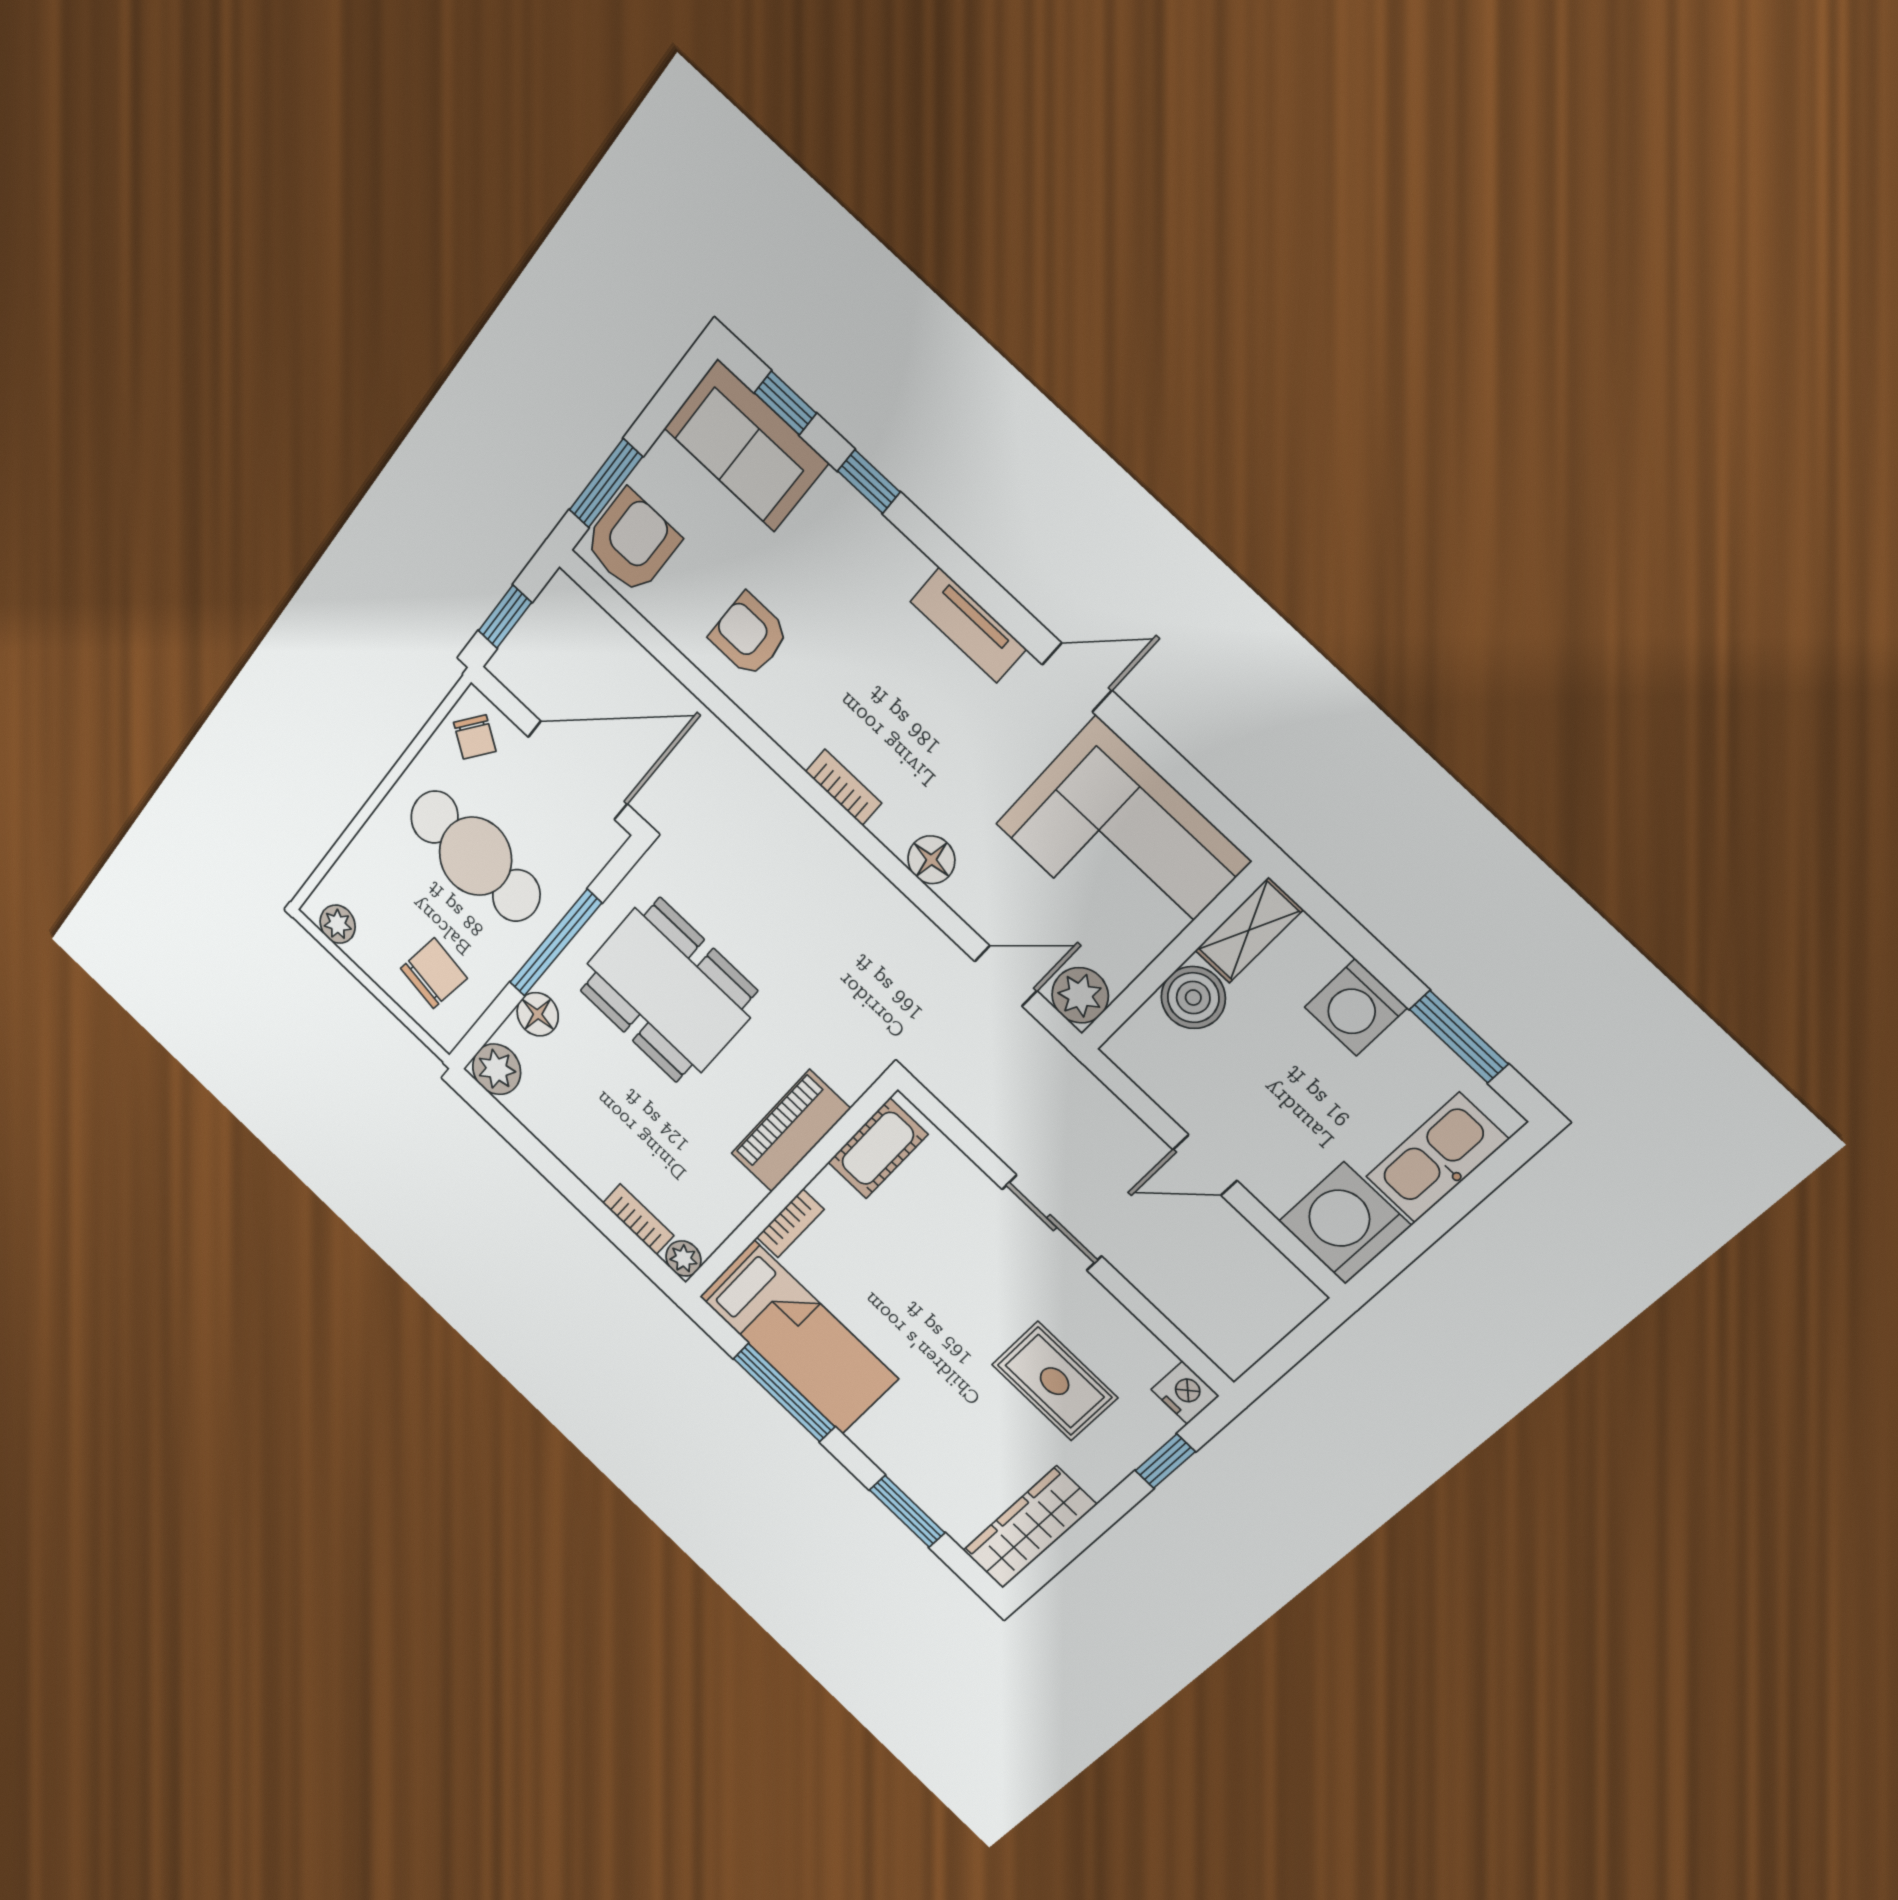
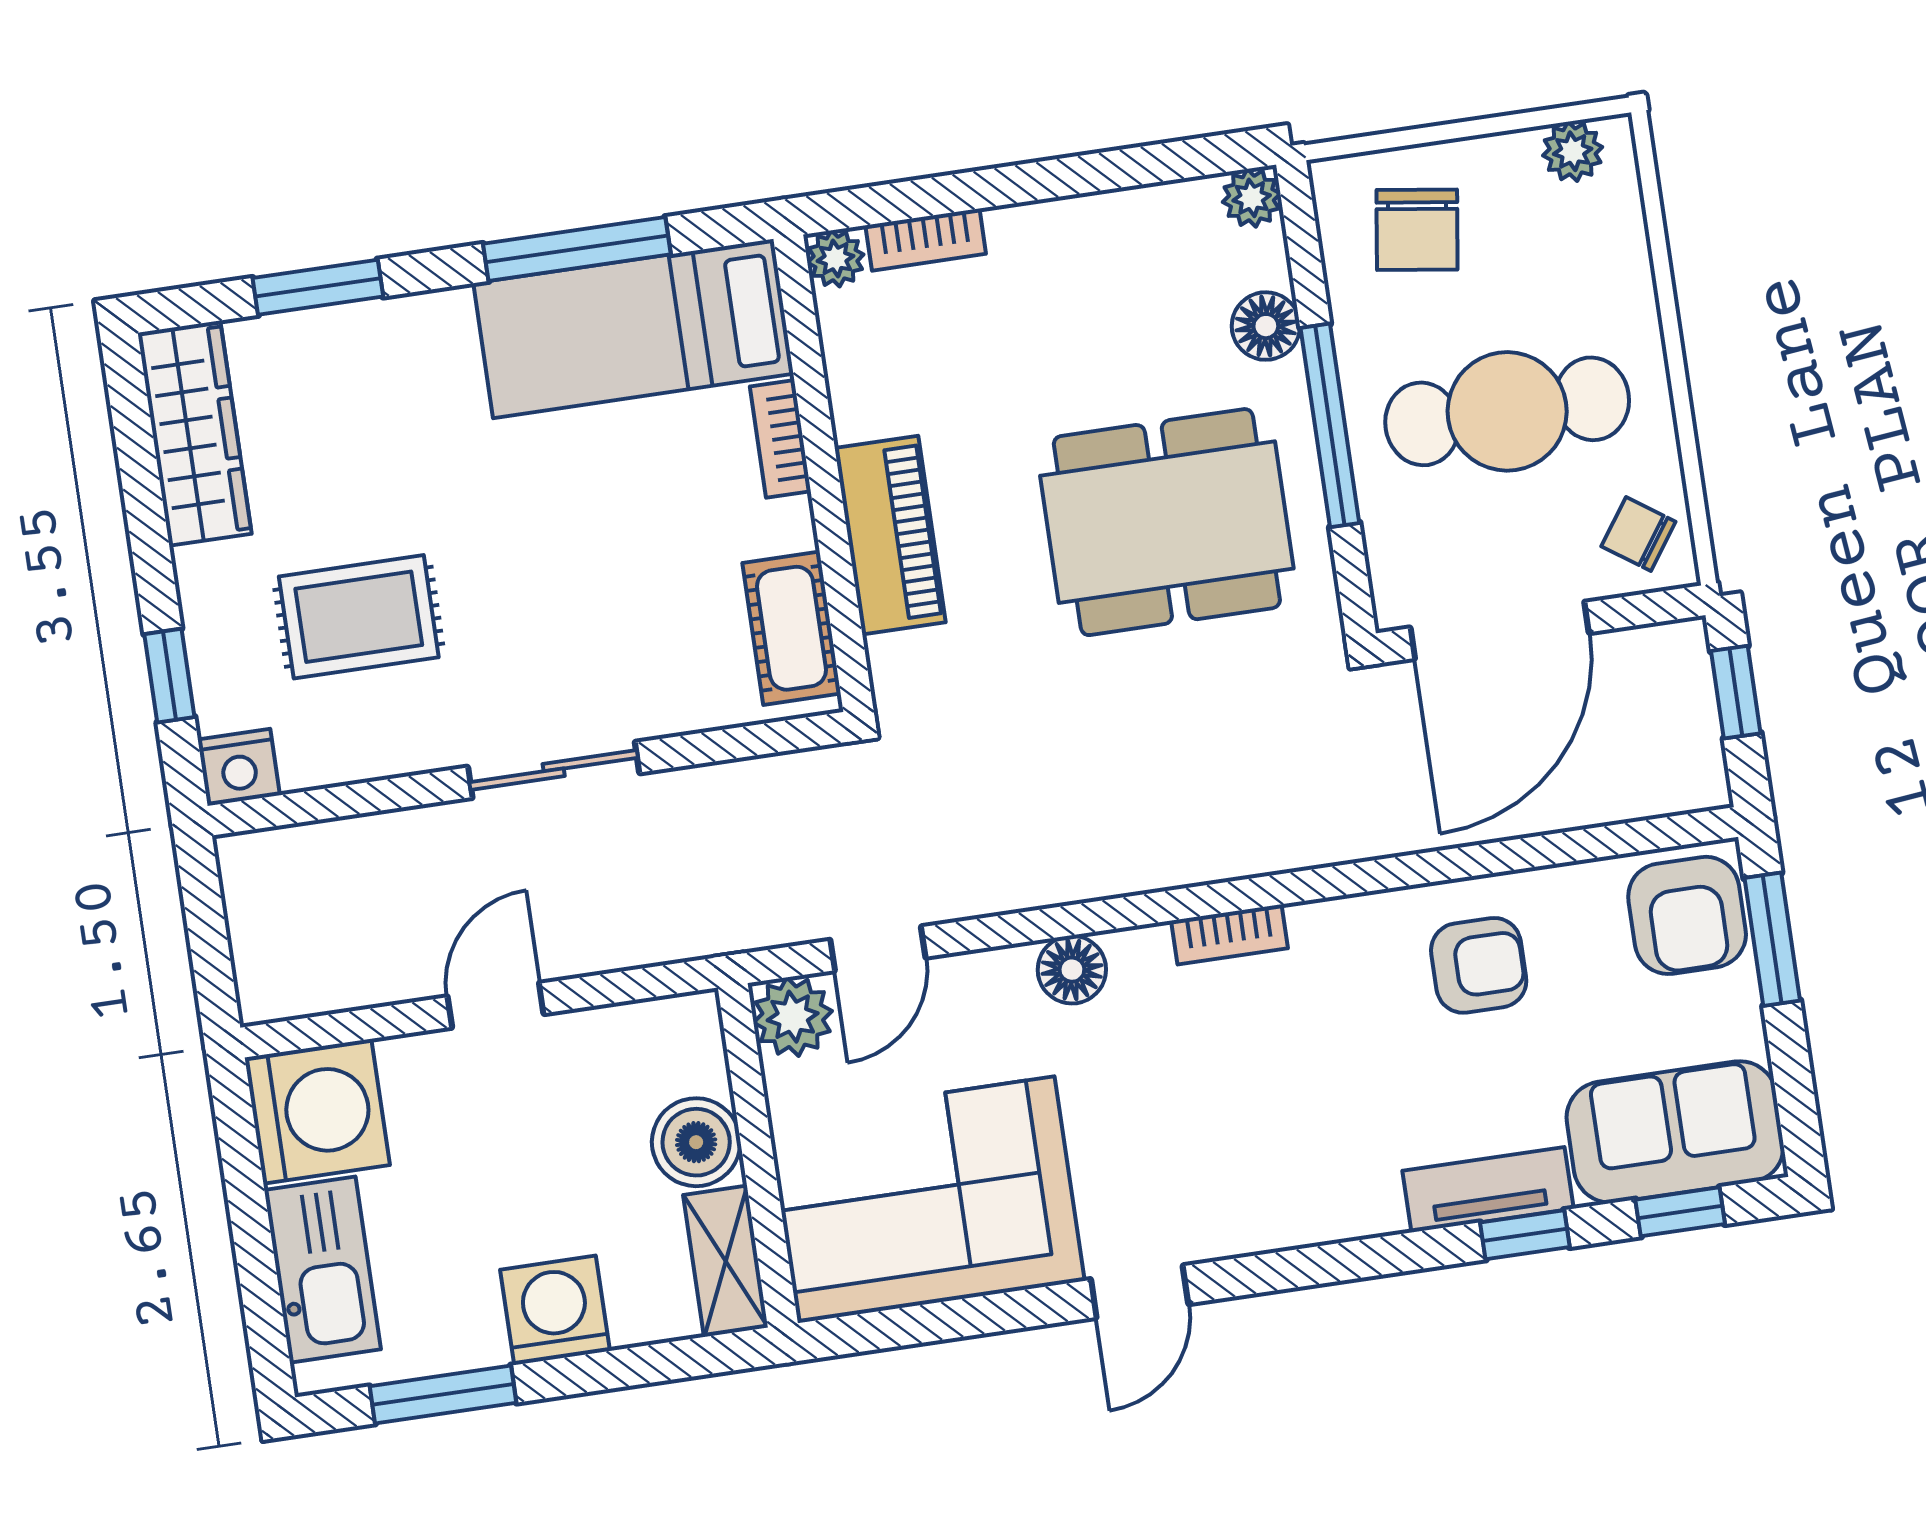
tv unit: (968, 625) -> (1488, 1190), moved
plant: (497, 1069) -> (1252, 198), width x0.73, depth x0.73

